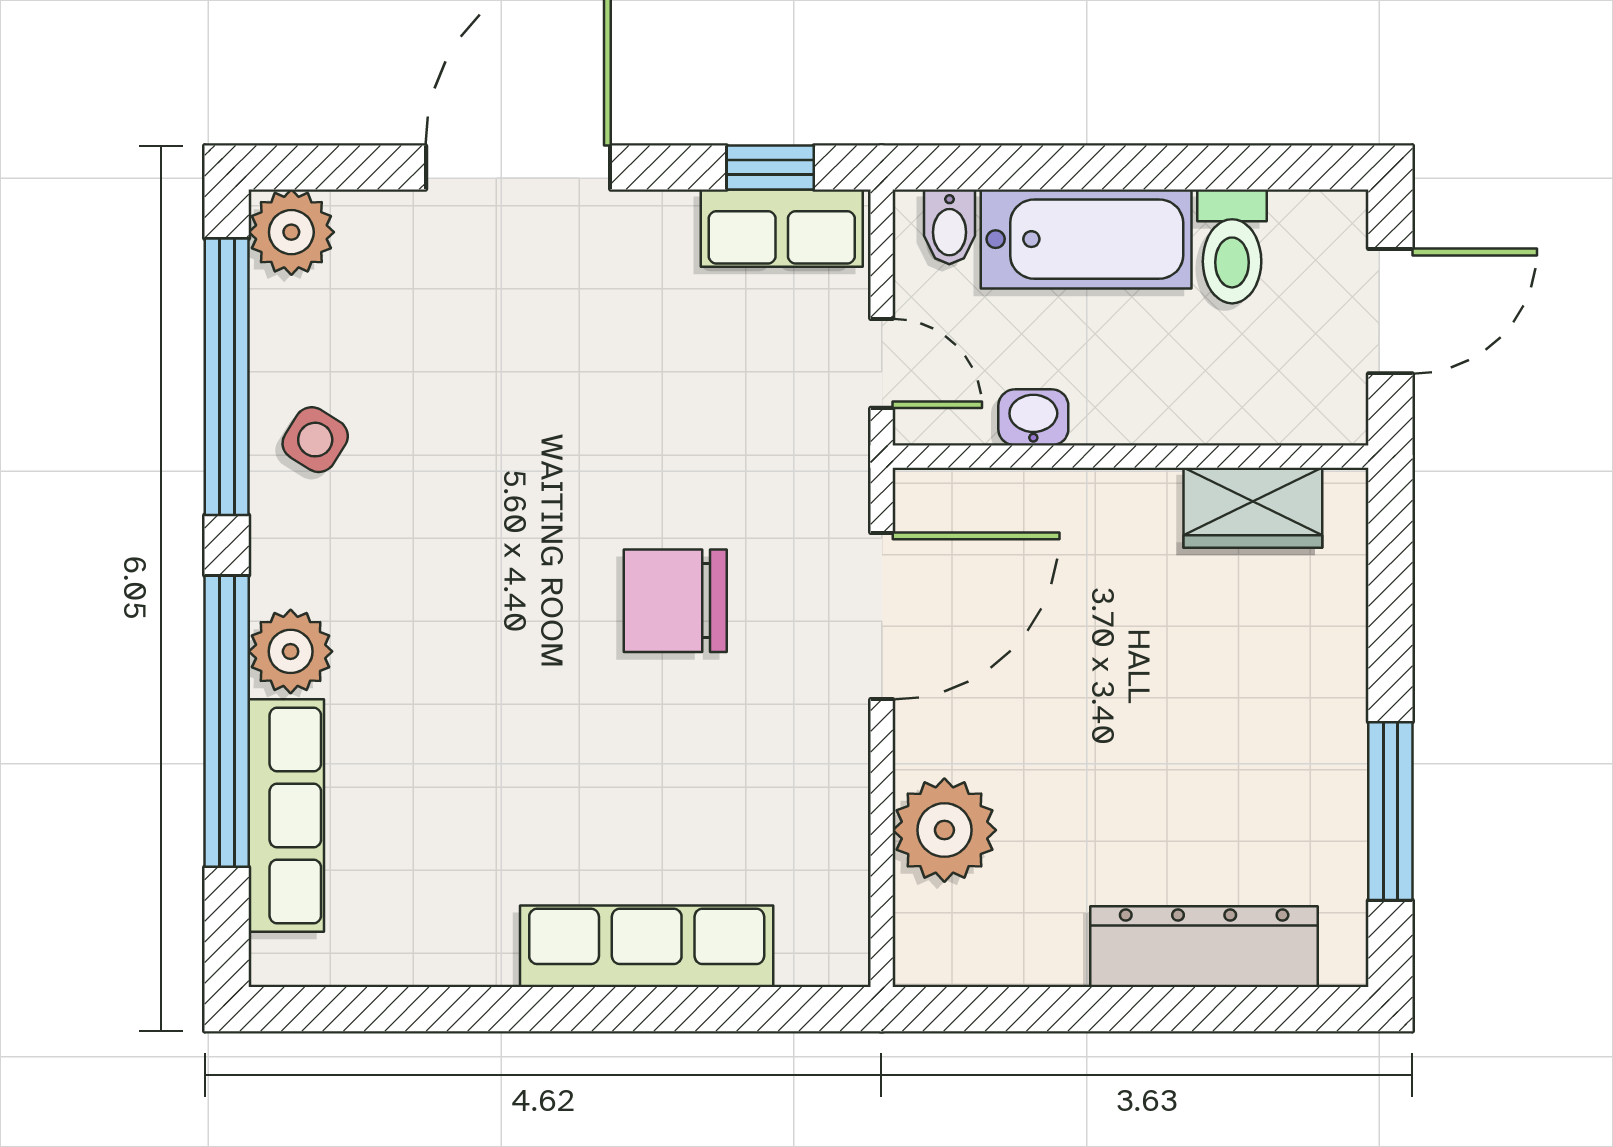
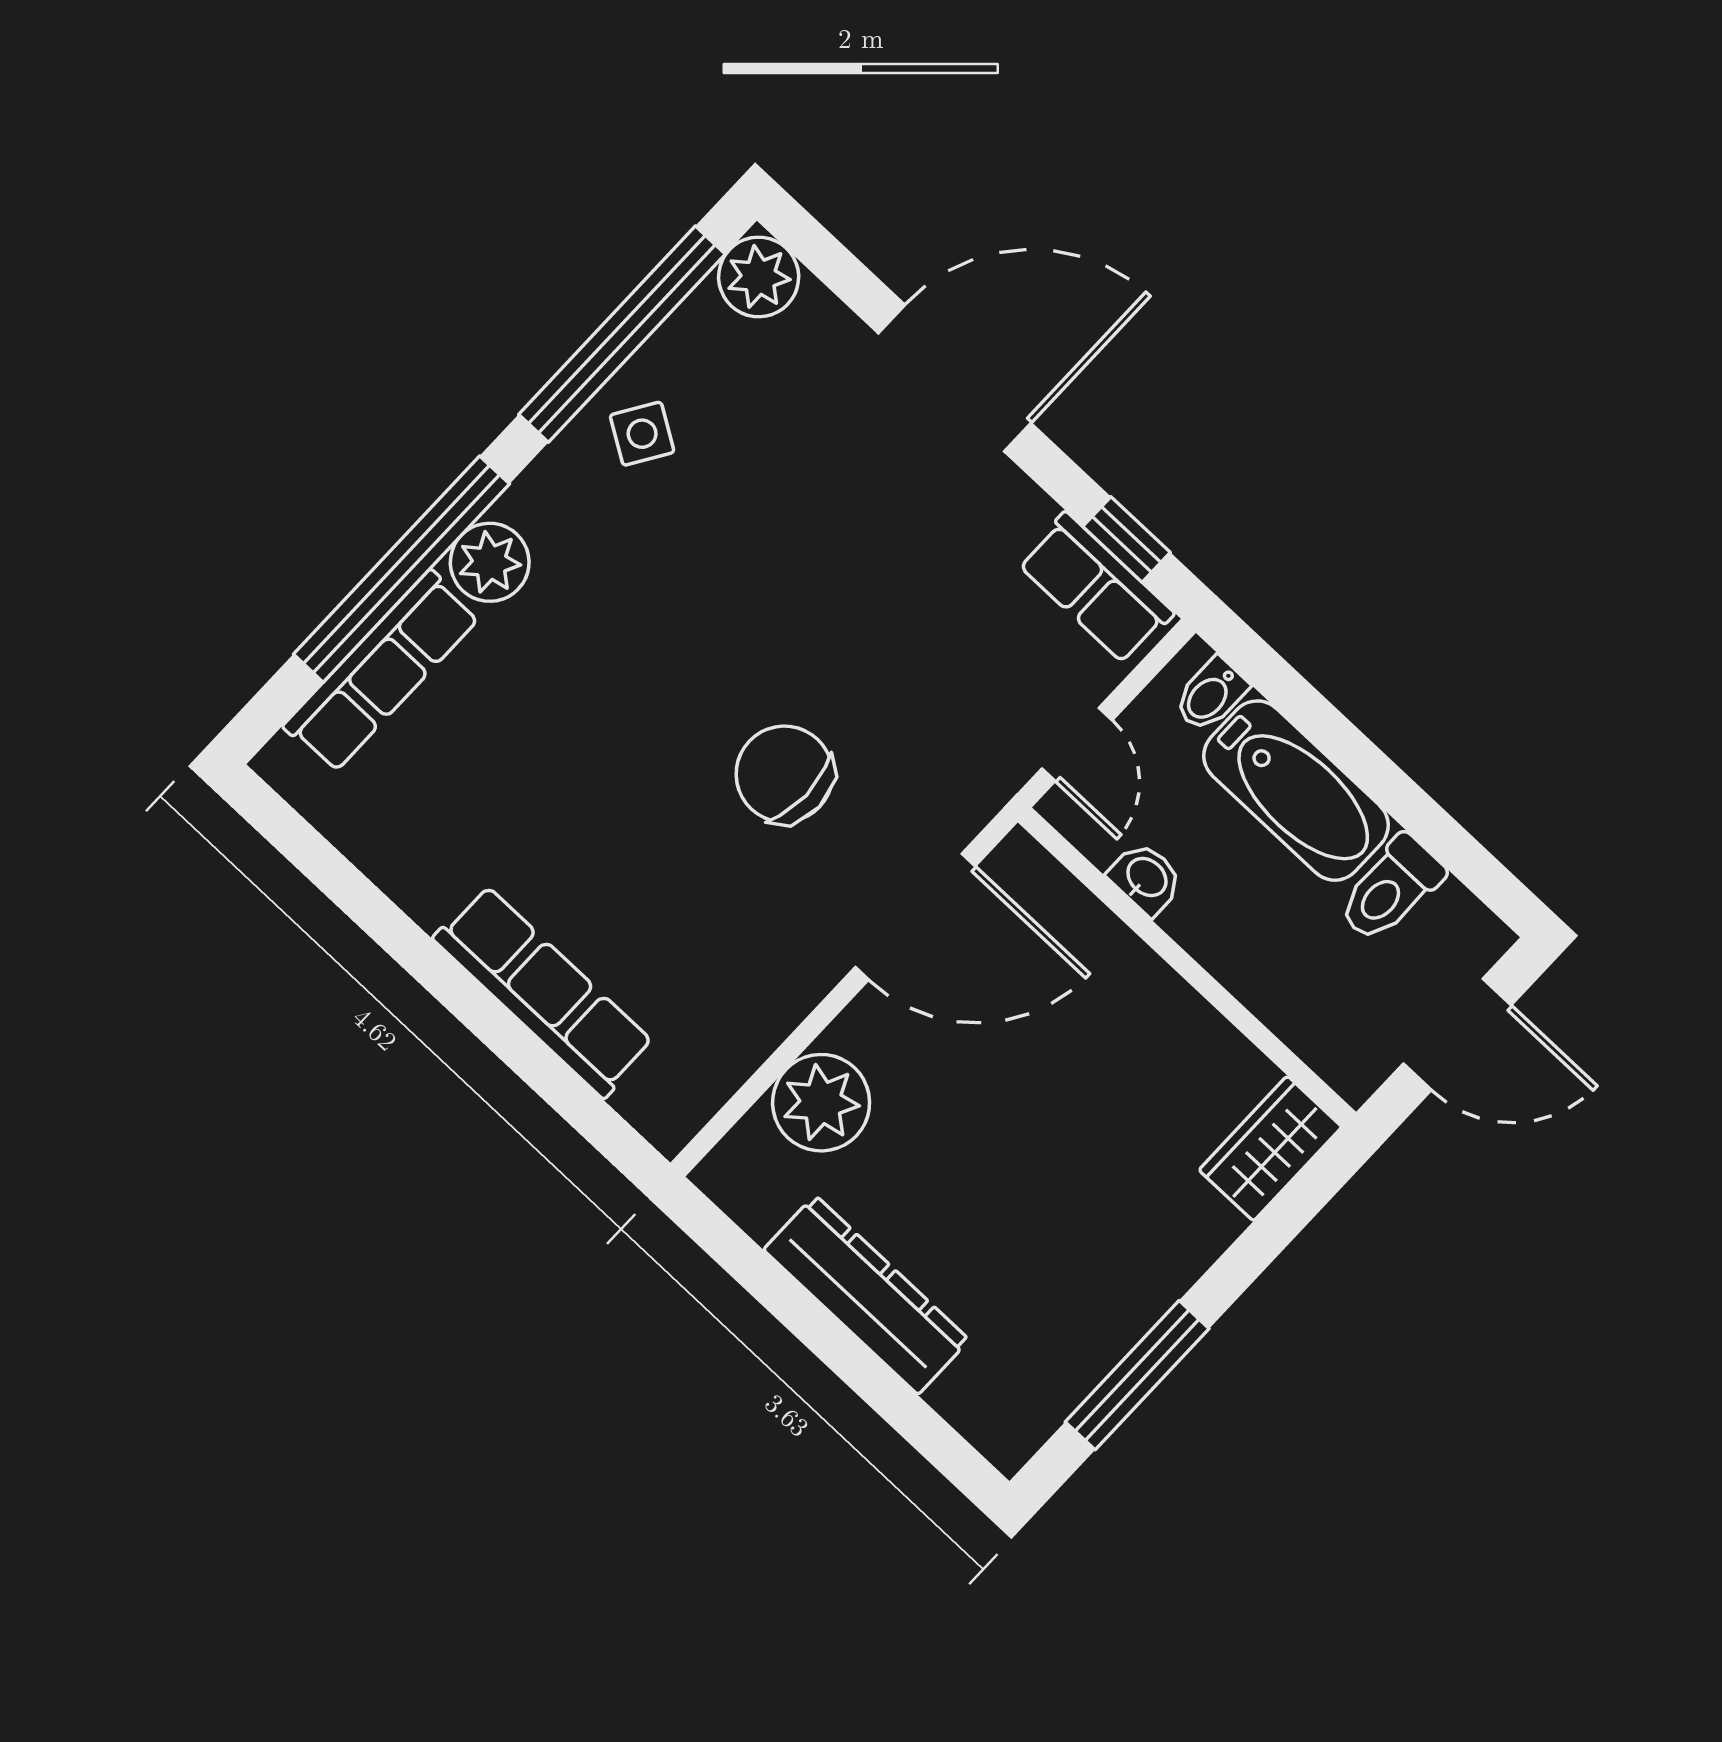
wardrobe: (1253, 508) -> (1270, 1148), moved, turned 90
dresser: (1204, 947) -> (866, 1295), moved

